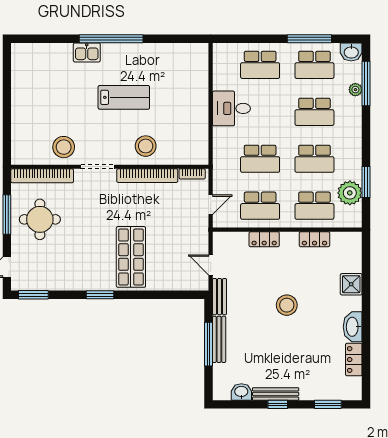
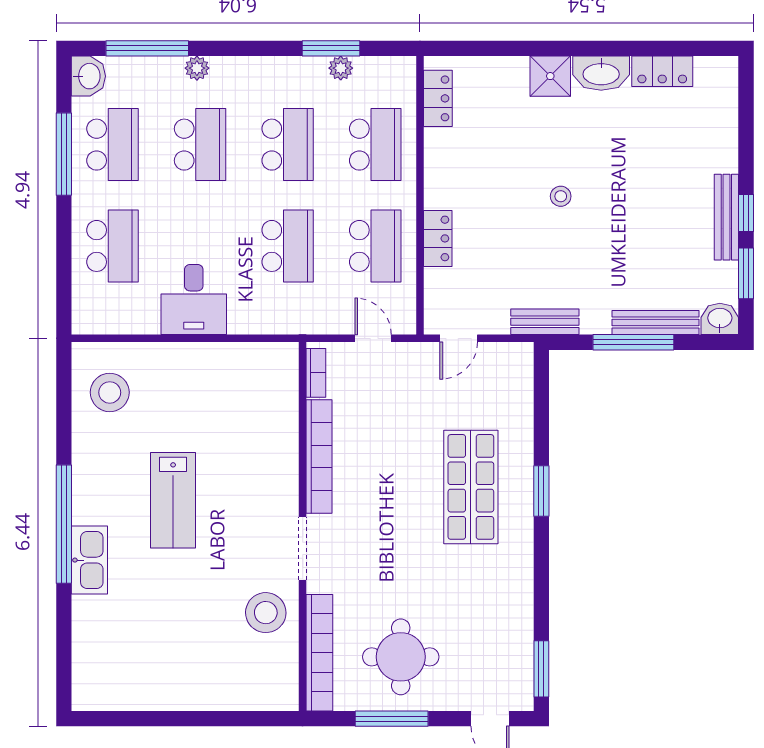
kitchen sink: (87, 52) -> (89, 560), width x1.38
plant: (355, 90) -> (197, 68), moved
lab bench: (124, 97) -> (173, 500), turned 180
stool: (146, 146) -> (110, 392), moved
plant: (350, 193) -> (341, 68), width x0.53, depth x0.53
locker: (314, 239) -> (438, 98), moved
shop shelf: (131, 257) -> (471, 487), turned 90
door: (211, 265) -> (459, 338), moved
shower: (351, 284) -> (550, 76), moved
window: (100, 295) -> (541, 491), moved
stool: (287, 305) -> (561, 196), width x0.53, depth x0.53
bench: (219, 339) -> (656, 323), moved
washbasin: (241, 392) -> (720, 319), moved, turned 90
window: (328, 404) -> (746, 273), moved

